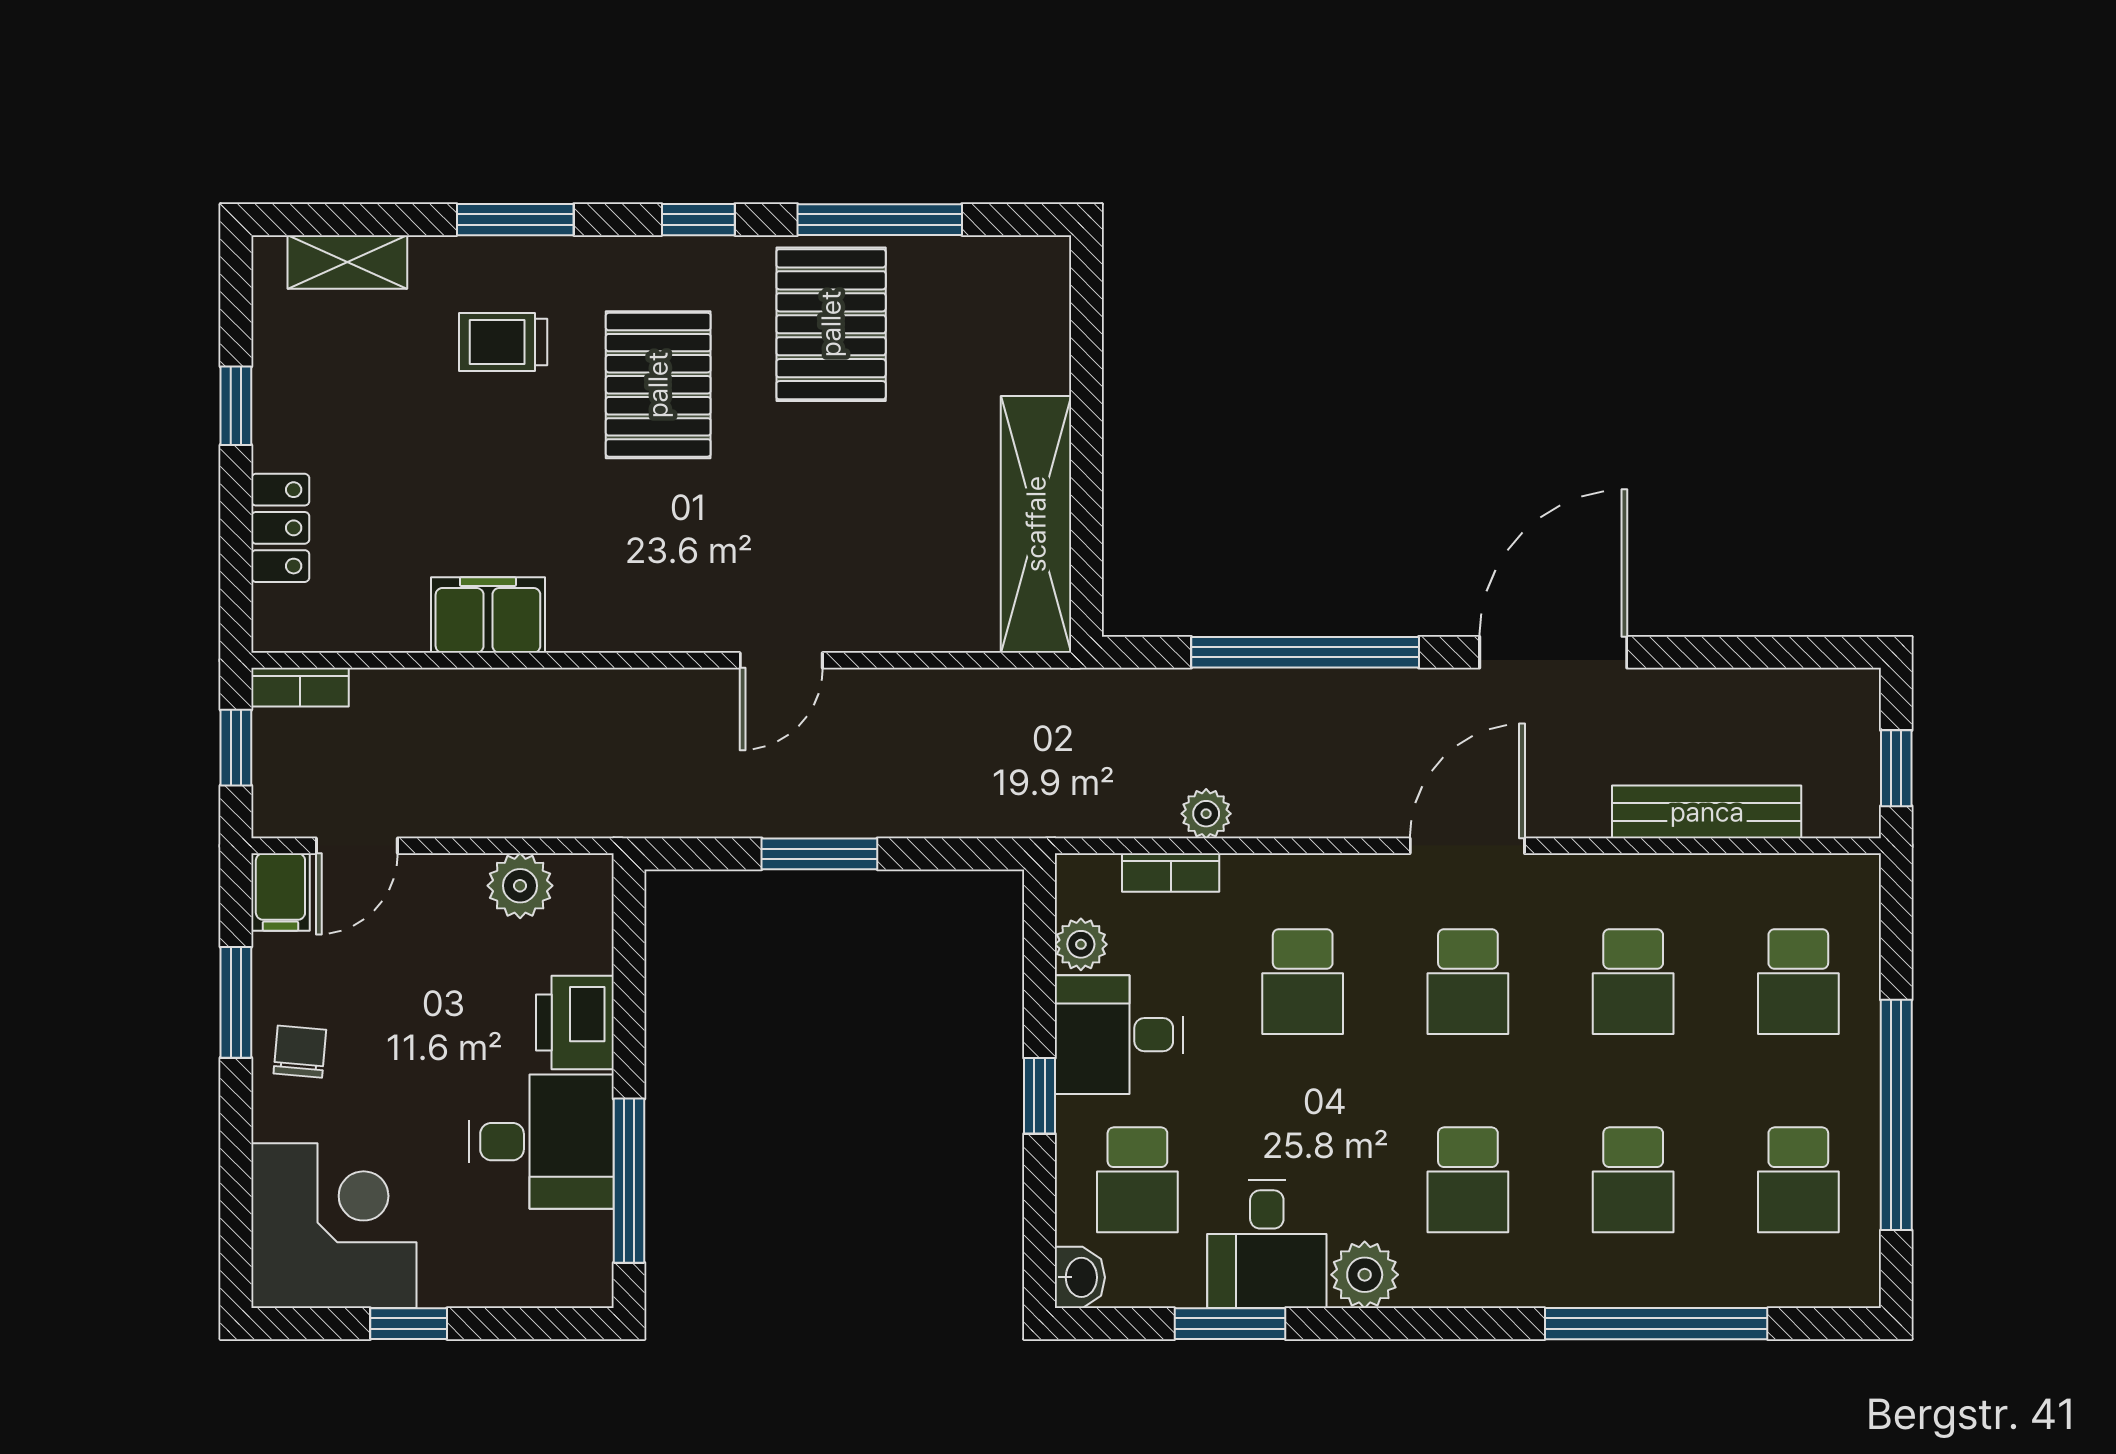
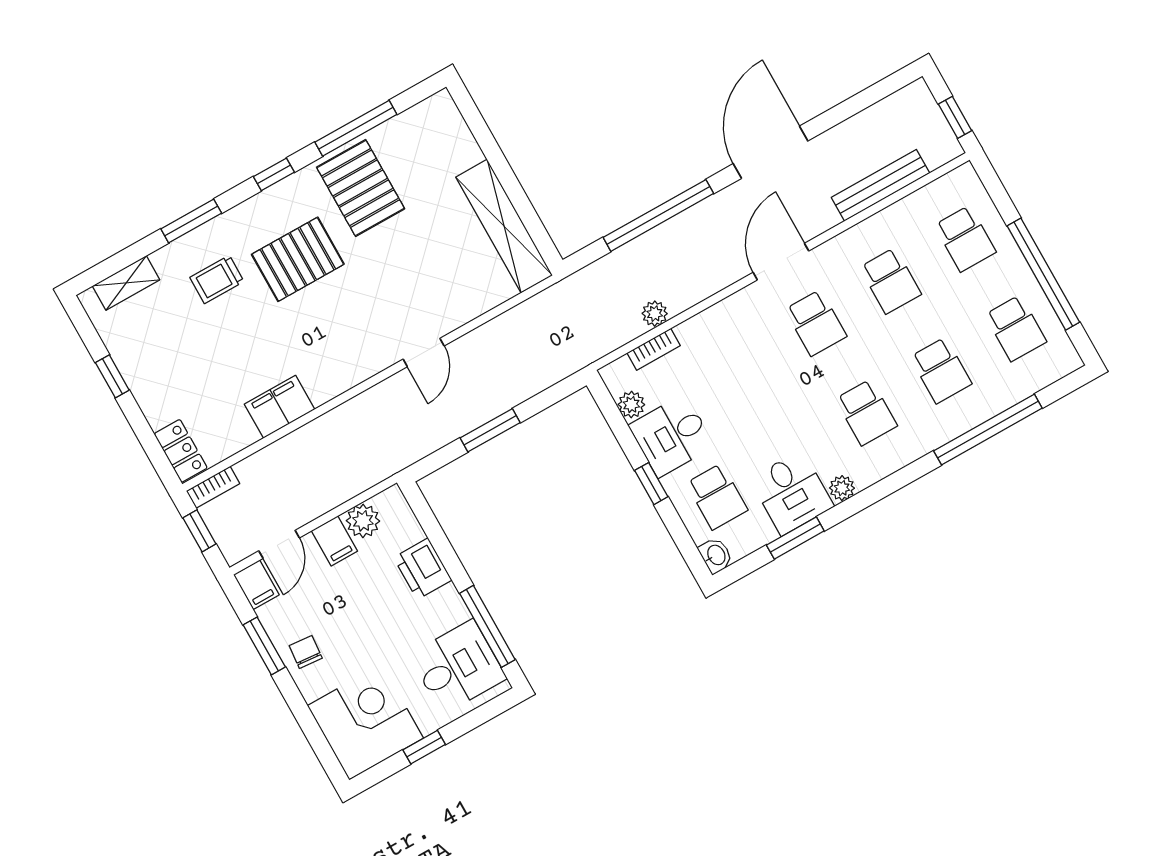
pallet: (658, 385) -> (298, 259), turned 90
locker: (280, 528) -> (181, 451), moved
filing cabinet: (453, 892) -> (334, 541), added
school desk: (1303, 982) -> (741, 365), removed
desk: (541, 1142) -> (458, 667), moved
plant: (1365, 1275) -> (842, 488), width x0.73, depth x0.73

